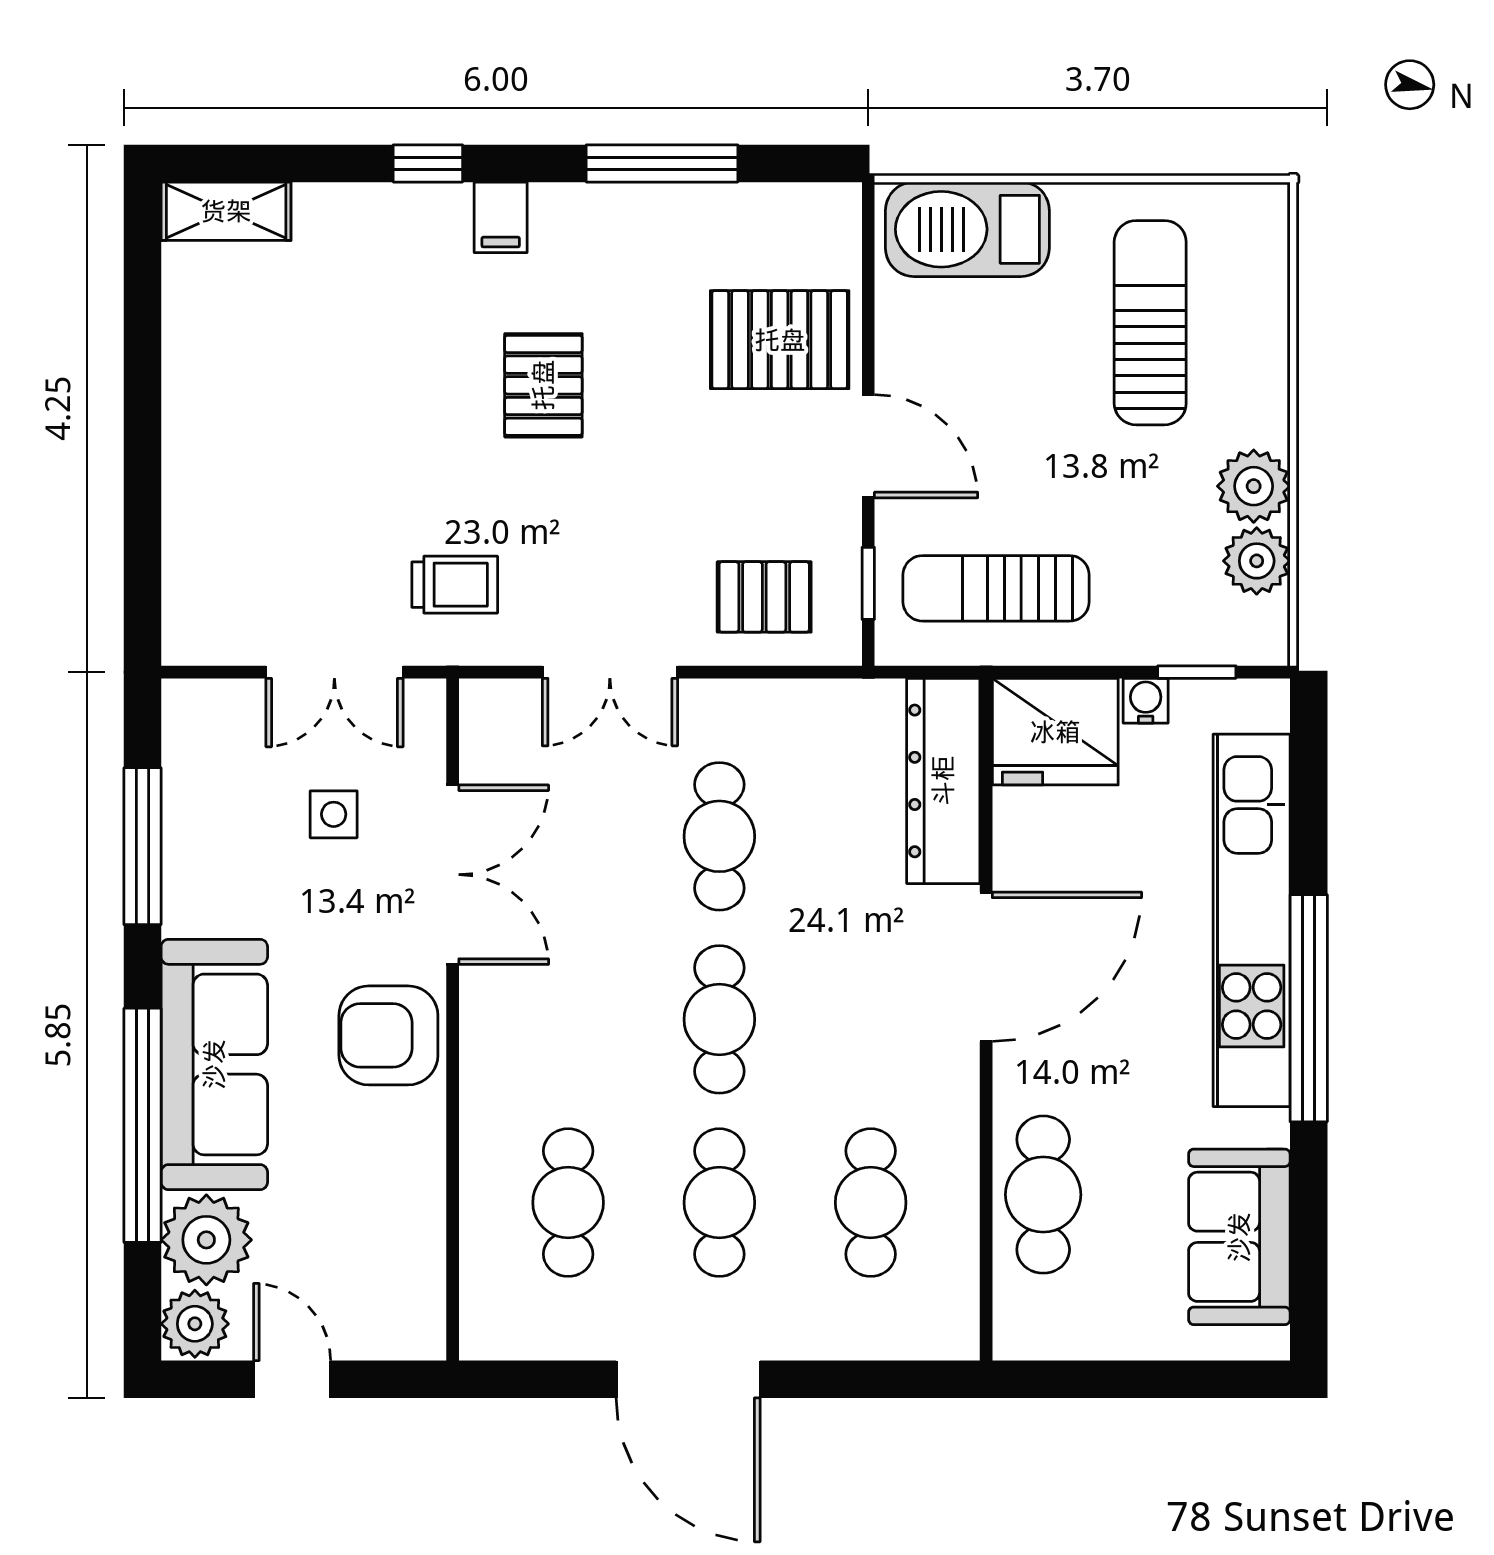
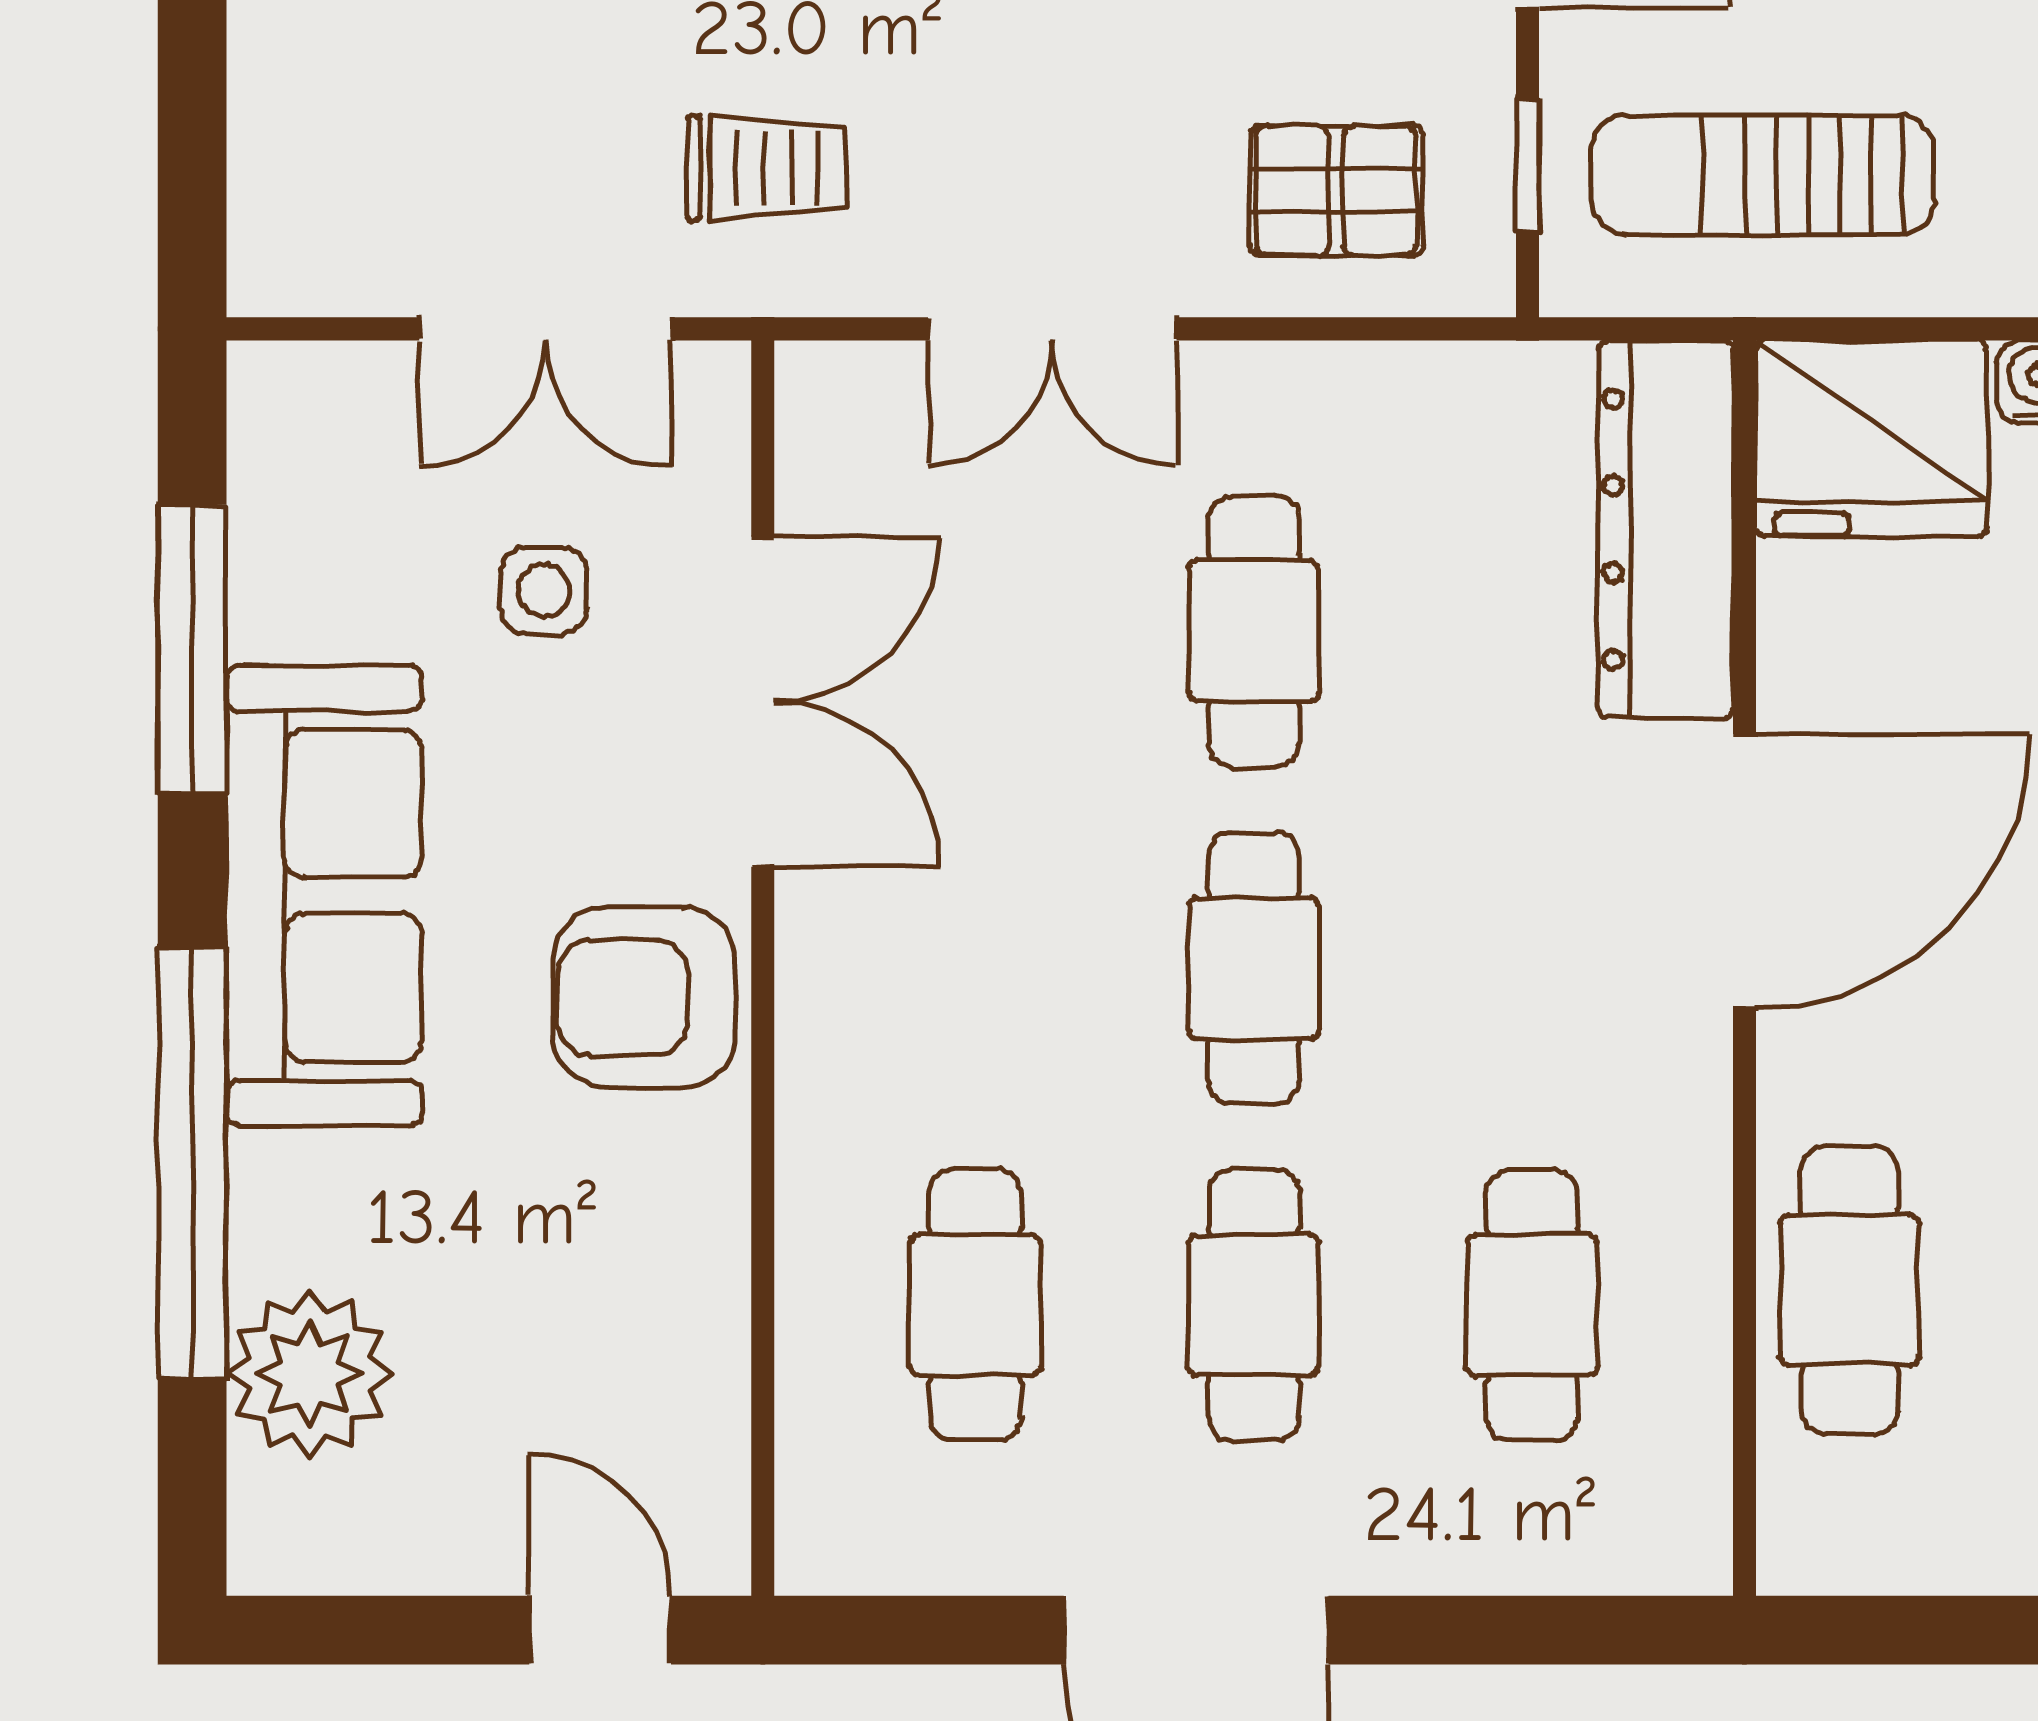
sofa: (214, 1064) -> (324, 896), moved
plant: (195, 1324) -> (288, 1528), removed
door: (292, 1379) -> (600, 1630), moved

